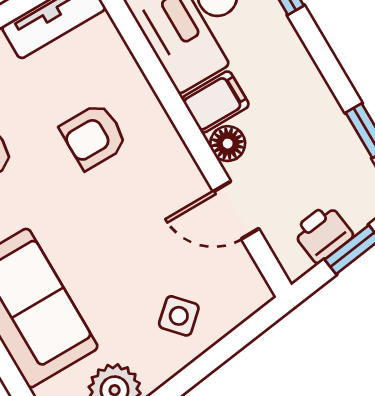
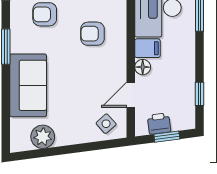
door: (236, 210) -> (131, 95), hinge flipped
side table: (179, 316) -> (106, 124), moved

